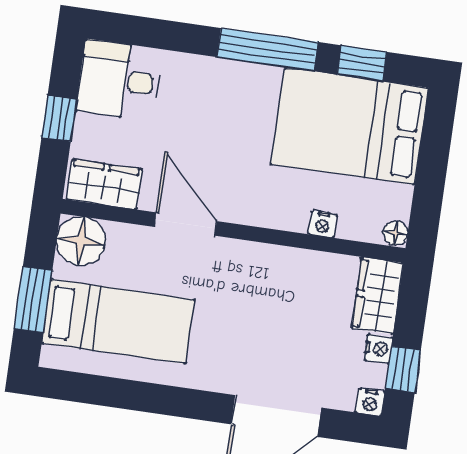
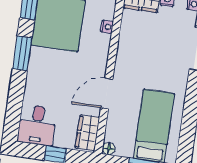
window: (267, 50) -> (22, 53), width x0.69
floor lamp: (81, 241) -> (109, 149), width x0.53, depth x0.53

